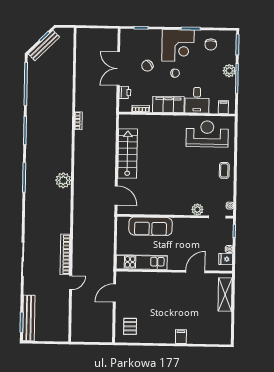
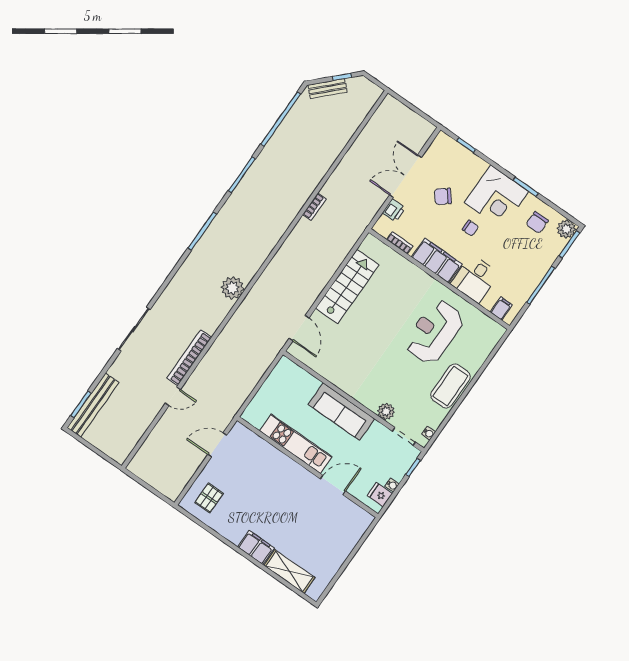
bench: (44, 46) -> (327, 89), width x0.73
plant: (229, 71) -> (566, 229), moved
reception desk: (207, 134) -> (434, 332), moved, turned -90
coffee table: (224, 170) -> (450, 386), width x1.86, depth x1.72
plant: (63, 180) -> (232, 288), moved
sofa: (151, 226) -> (342, 412), moved
kitchen unit: (142, 262) -> (296, 444), moved
shelving: (225, 295) -> (289, 571), moved, turned 90
filing cabinet: (181, 337) -> (256, 547), width x2.00

